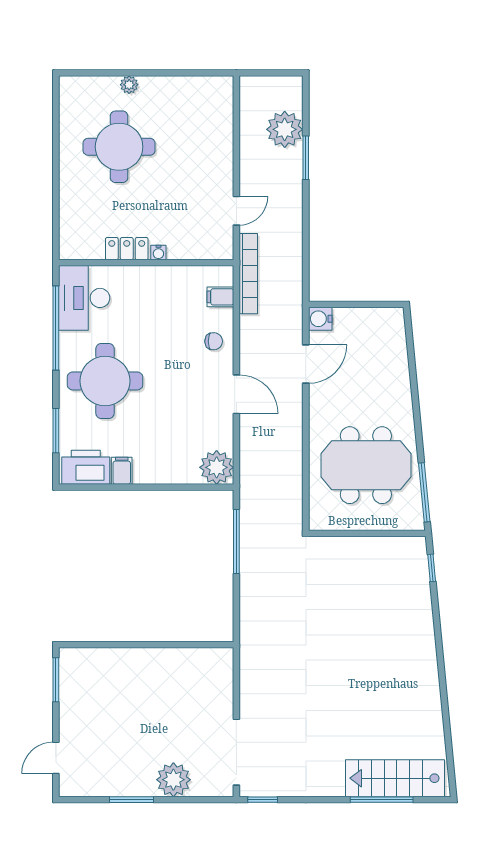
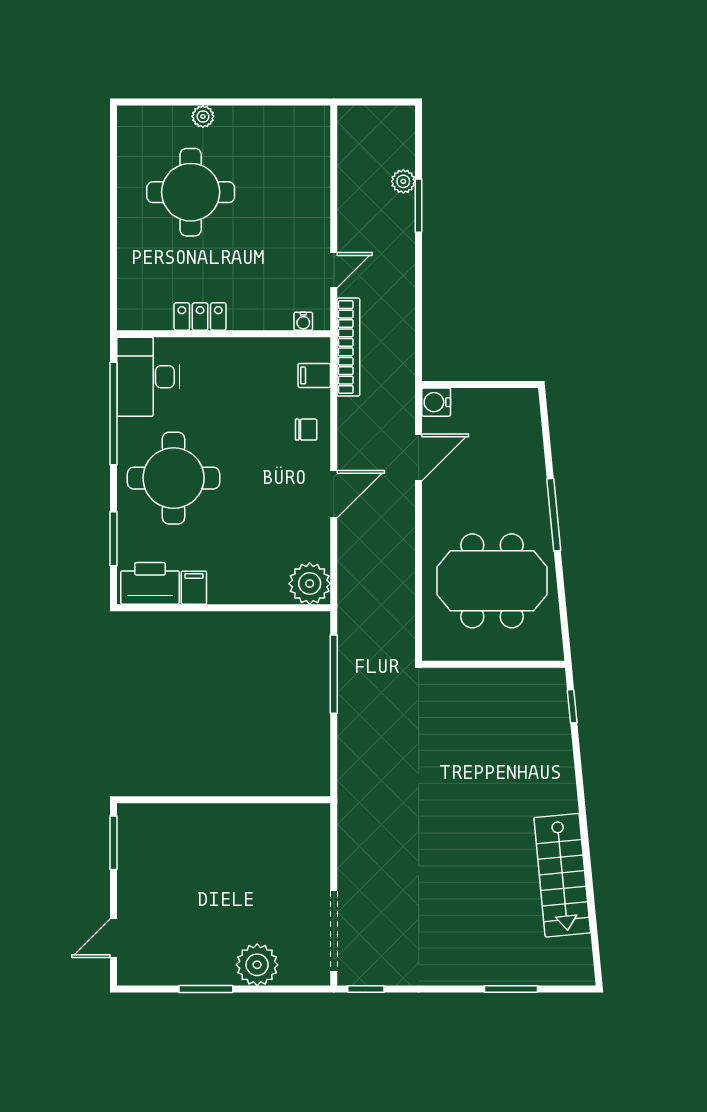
plant: (285, 129) -> (403, 181), width x0.53, depth x0.53
water cooler: (158, 252) -> (303, 321), moved
door: (236, 394) -> (334, 494), hinge flipped
window: (424, 492) -> (554, 515), moved
stairs: (395, 778) -> (562, 875), moved, turned -95
window: (382, 800) -> (511, 989), width x0.69

